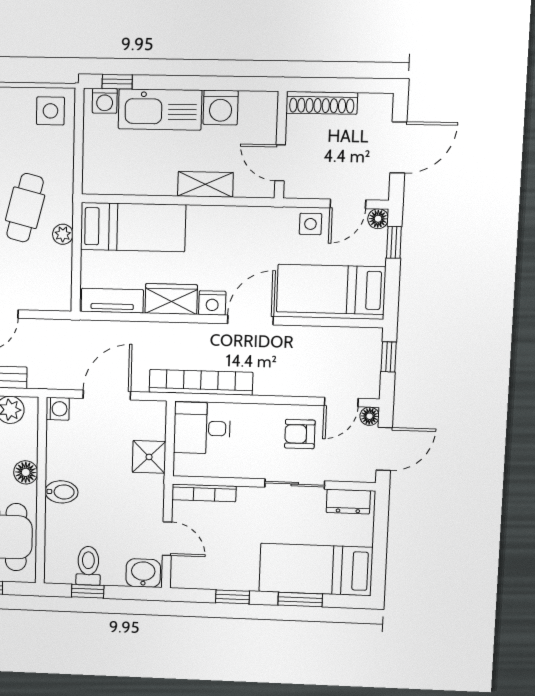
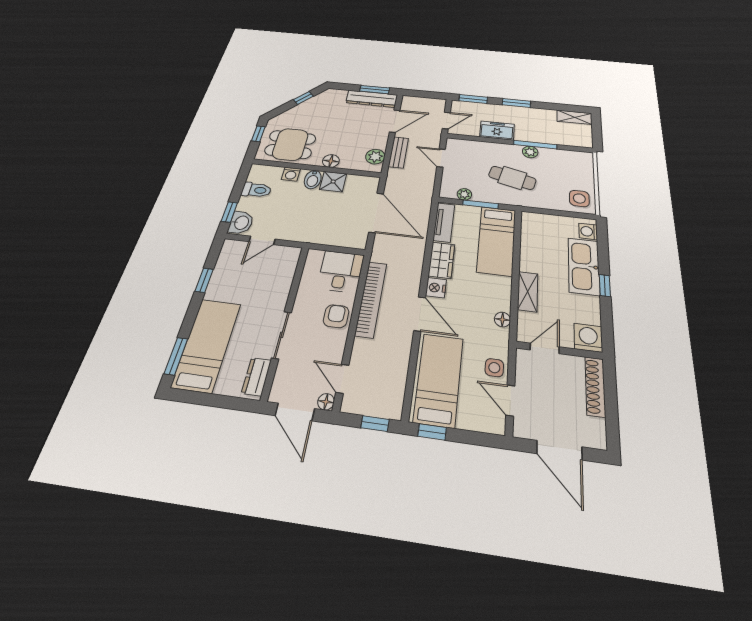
window: (117, 82) -> (605, 285), moved
washing machine: (221, 108) -> (588, 338), moved, turned 90
floor lamp: (378, 219) -> (502, 319), moved
plant: (63, 234) -> (464, 194), moved
window: (394, 242) -> (432, 432), moved
window: (77, 252) -> (481, 204), added
bookcase: (201, 382) -> (371, 299), moved
door: (107, 395) -> (376, 213), width x1.36
washing machine: (58, 409) -> (291, 174), moved
armchair: (300, 434) -> (336, 316), moved
shower: (149, 457) -> (333, 182), moved
bookcase: (204, 493) -> (290, 268), removed
window: (88, 591) -> (229, 212), moved
window: (300, 600) -> (176, 356), moved

